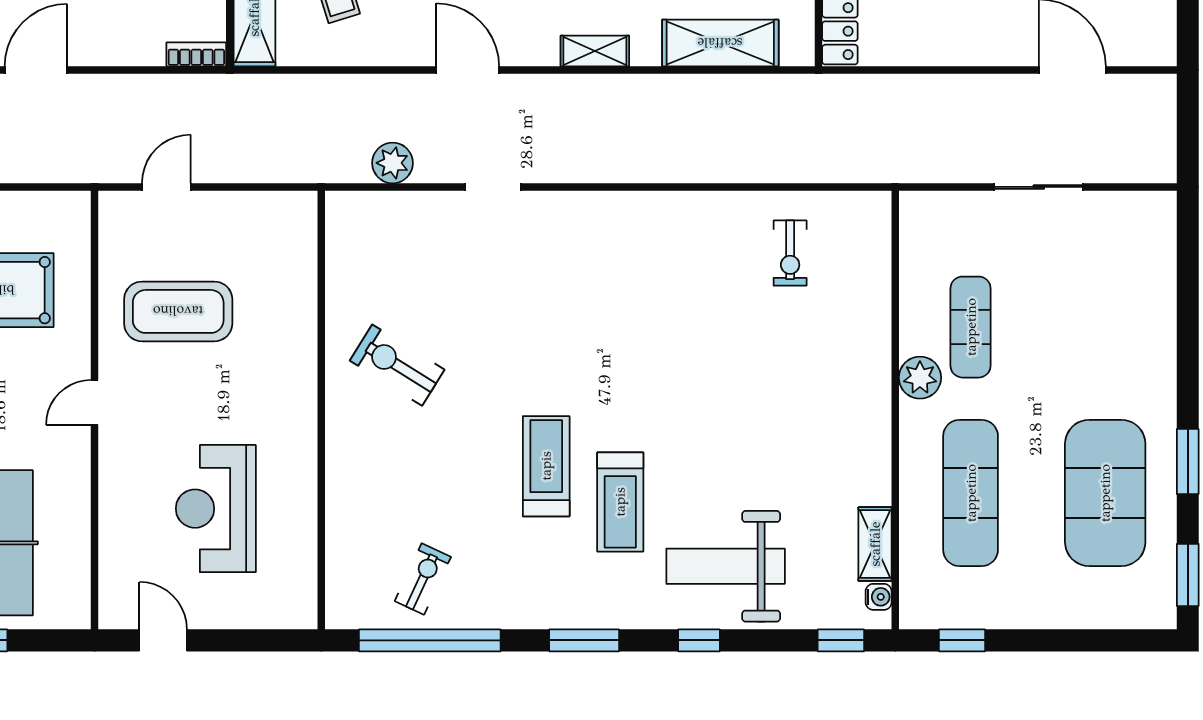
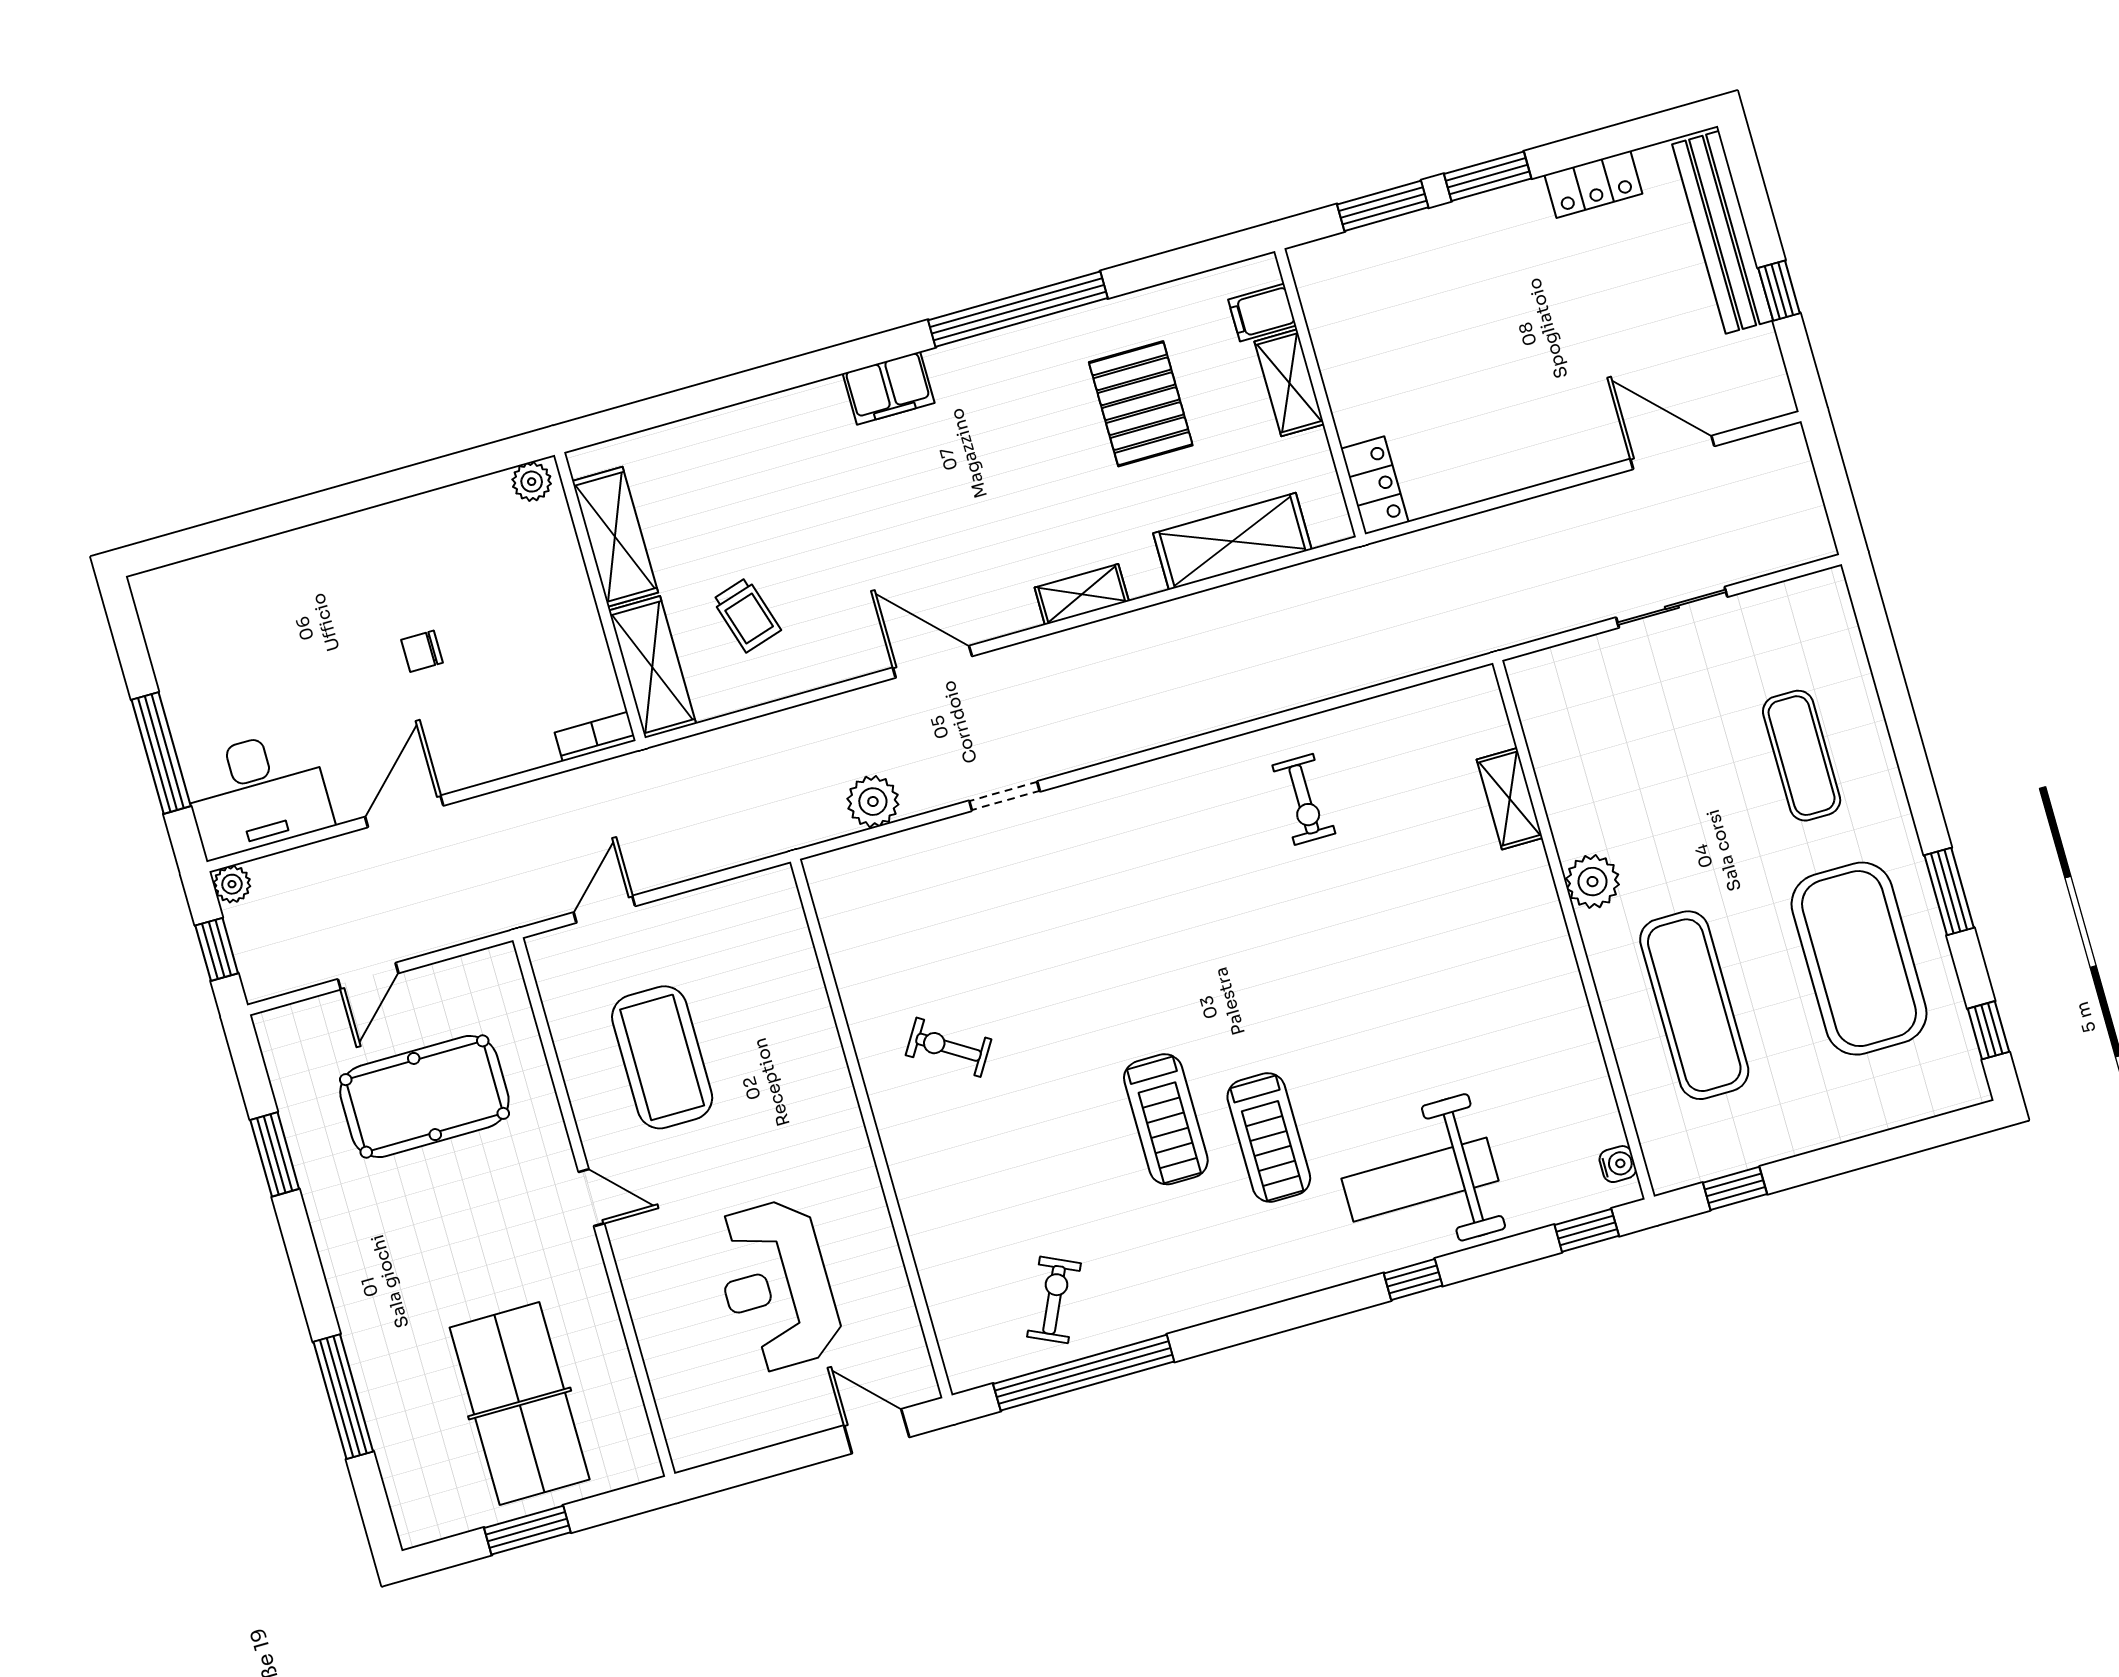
exercise bike: (790, 253) -> (1304, 799), moved
coffee table: (178, 311) -> (662, 1057), turned 90
exercise mat: (971, 327) -> (1802, 756), moved
exercise bike: (397, 365) -> (948, 1047), width x0.73, depth x0.72
door: (95, 402) -> (591, 1198), swing flipped
treadmill: (546, 466) -> (1166, 1119), turned 180
shelving: (875, 544) -> (1510, 799), moved
window: (1188, 575) -> (1988, 1030), width x0.67
door: (163, 640) -> (877, 1431), moved
window: (584, 640) -> (1273, 1319), removed

